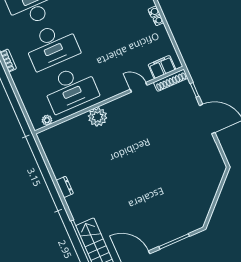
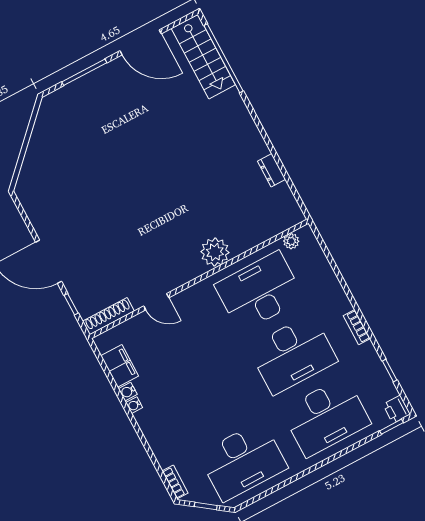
water cooler: (154, 12) -> (128, 392), moved
desk: (52, 46) -> (293, 354), turned 180
filing cabinet: (162, 67) -> (120, 366), moved, turned -90
dresser: (65, 187) -> (272, 170), moved

